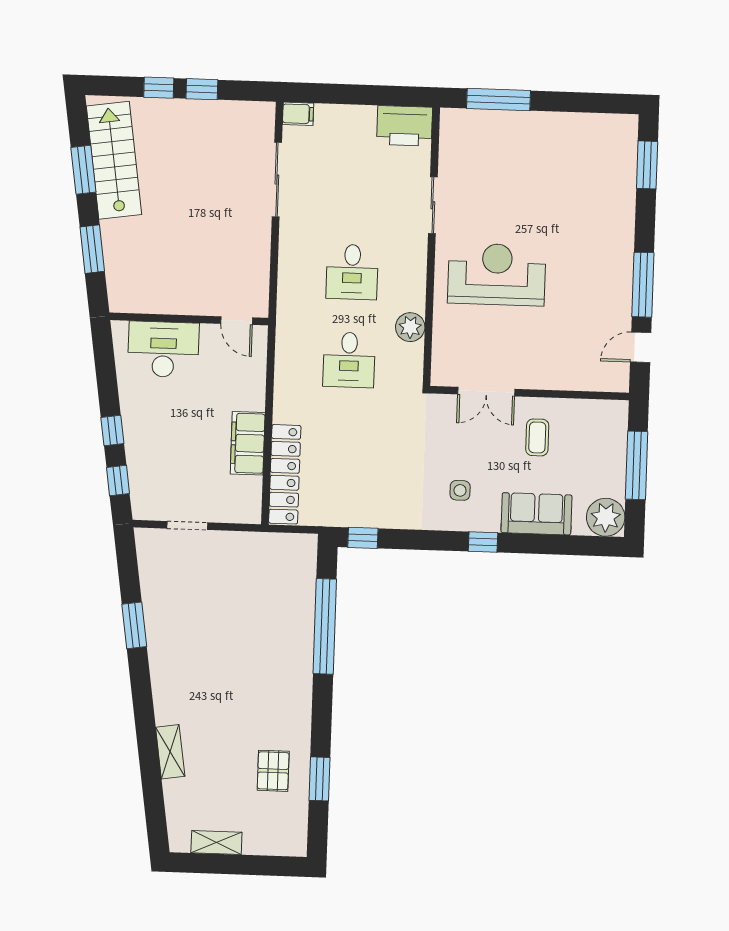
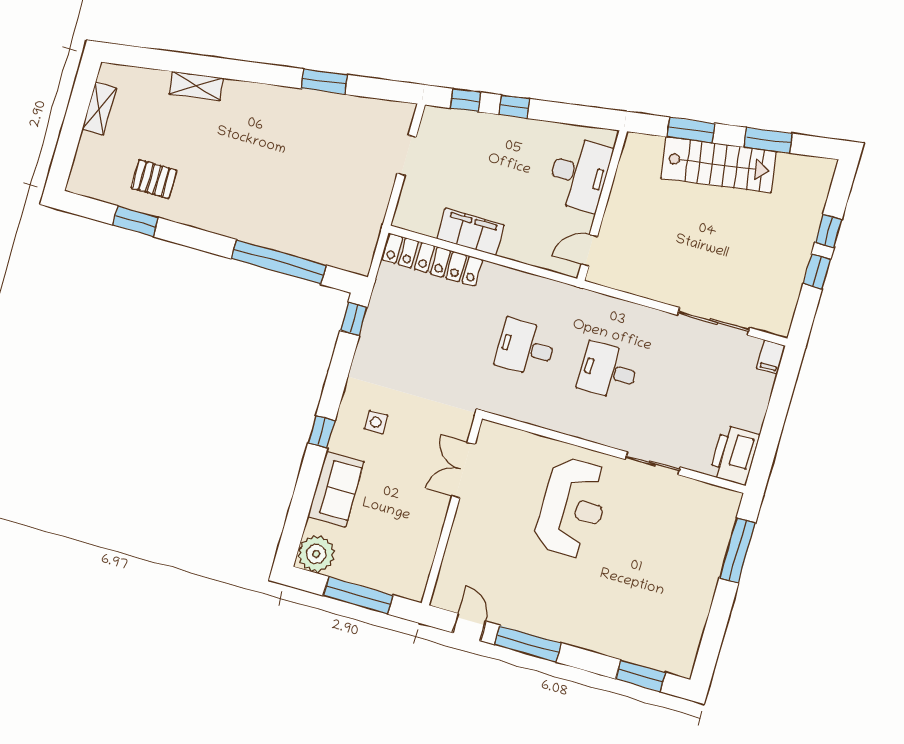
stairs: (114, 160) -> (718, 165), moved
plant: (410, 327) -> (542, 413), removed
coffee table: (537, 437) -> (408, 508), removed

